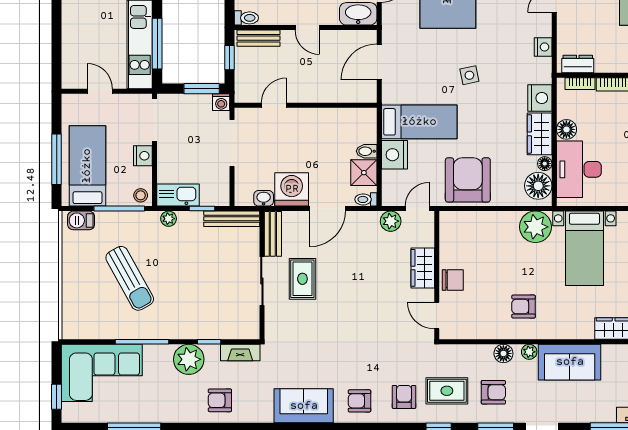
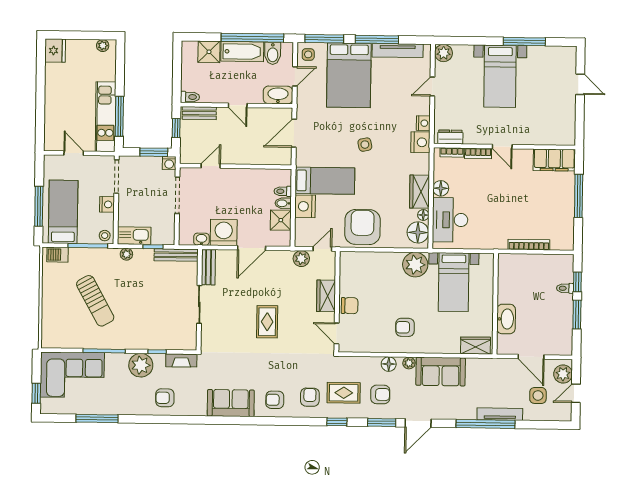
nightstand: (540, 98) -> (420, 142), moved
toilet: (366, 199) -> (283, 191), moved
rug: (302, 279) -> (267, 322), moved

